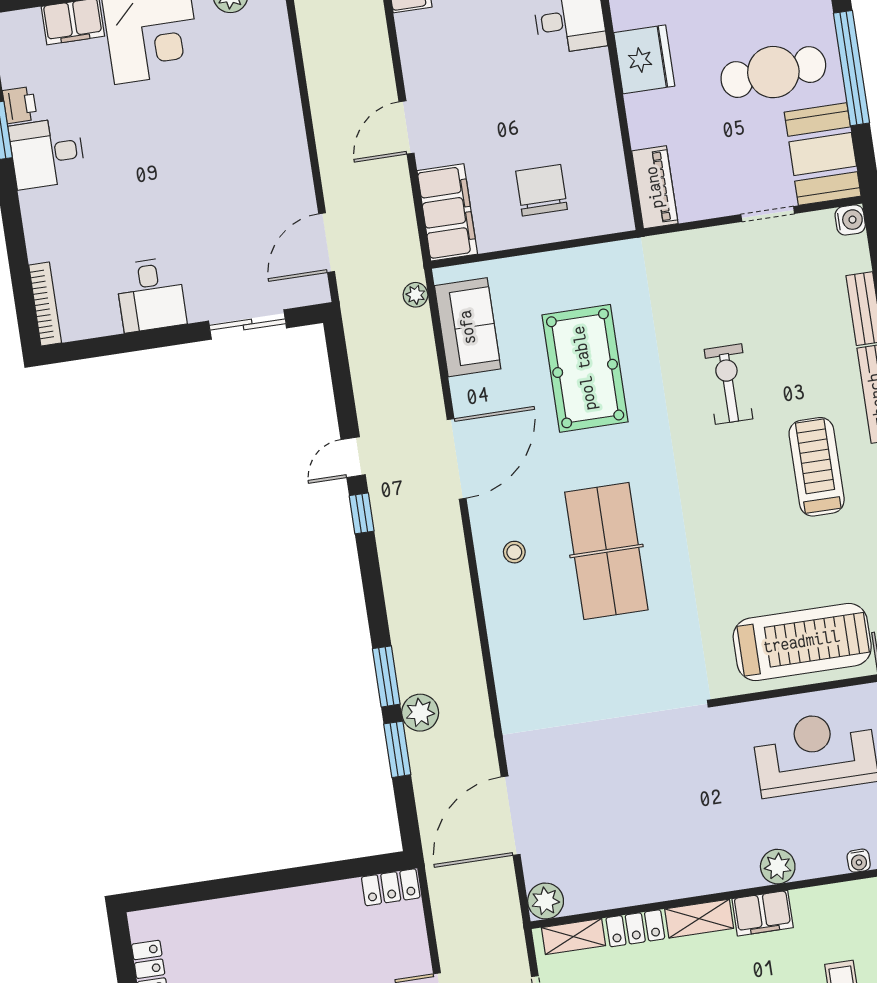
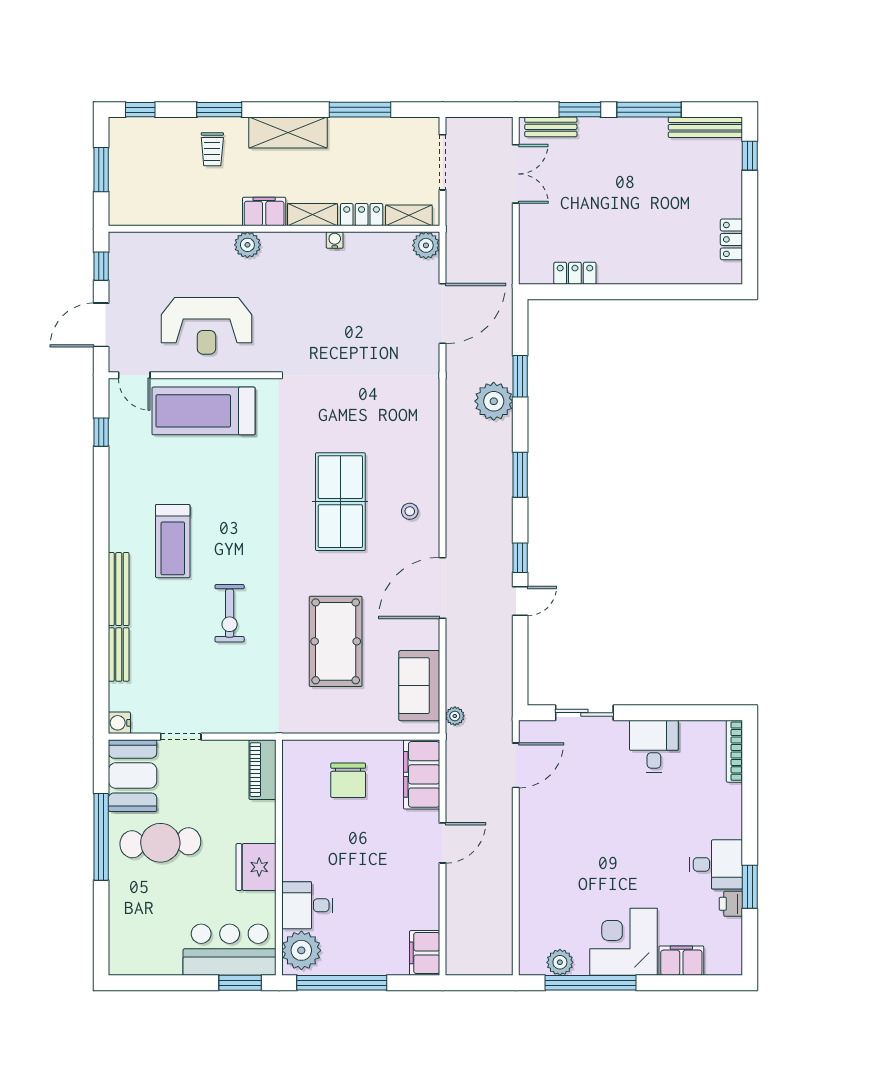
window: (386, 676) -> (520, 475), moved
plant: (420, 713) -> (494, 401), width x1.36, depth x1.36
water cooler: (859, 861) -> (335, 240), moved
locker: (391, 887) -> (575, 273), moved

